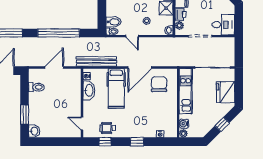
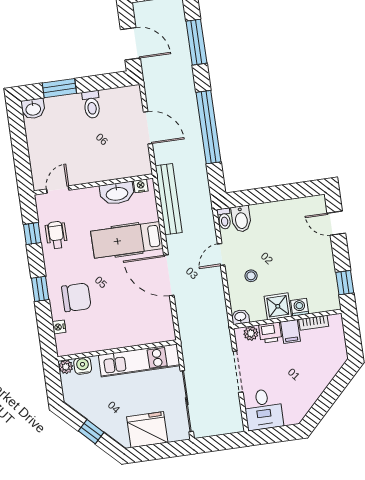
chair: (159, 84) -> (76, 297), moved
toilet: (36, 87) -> (92, 105), moved

